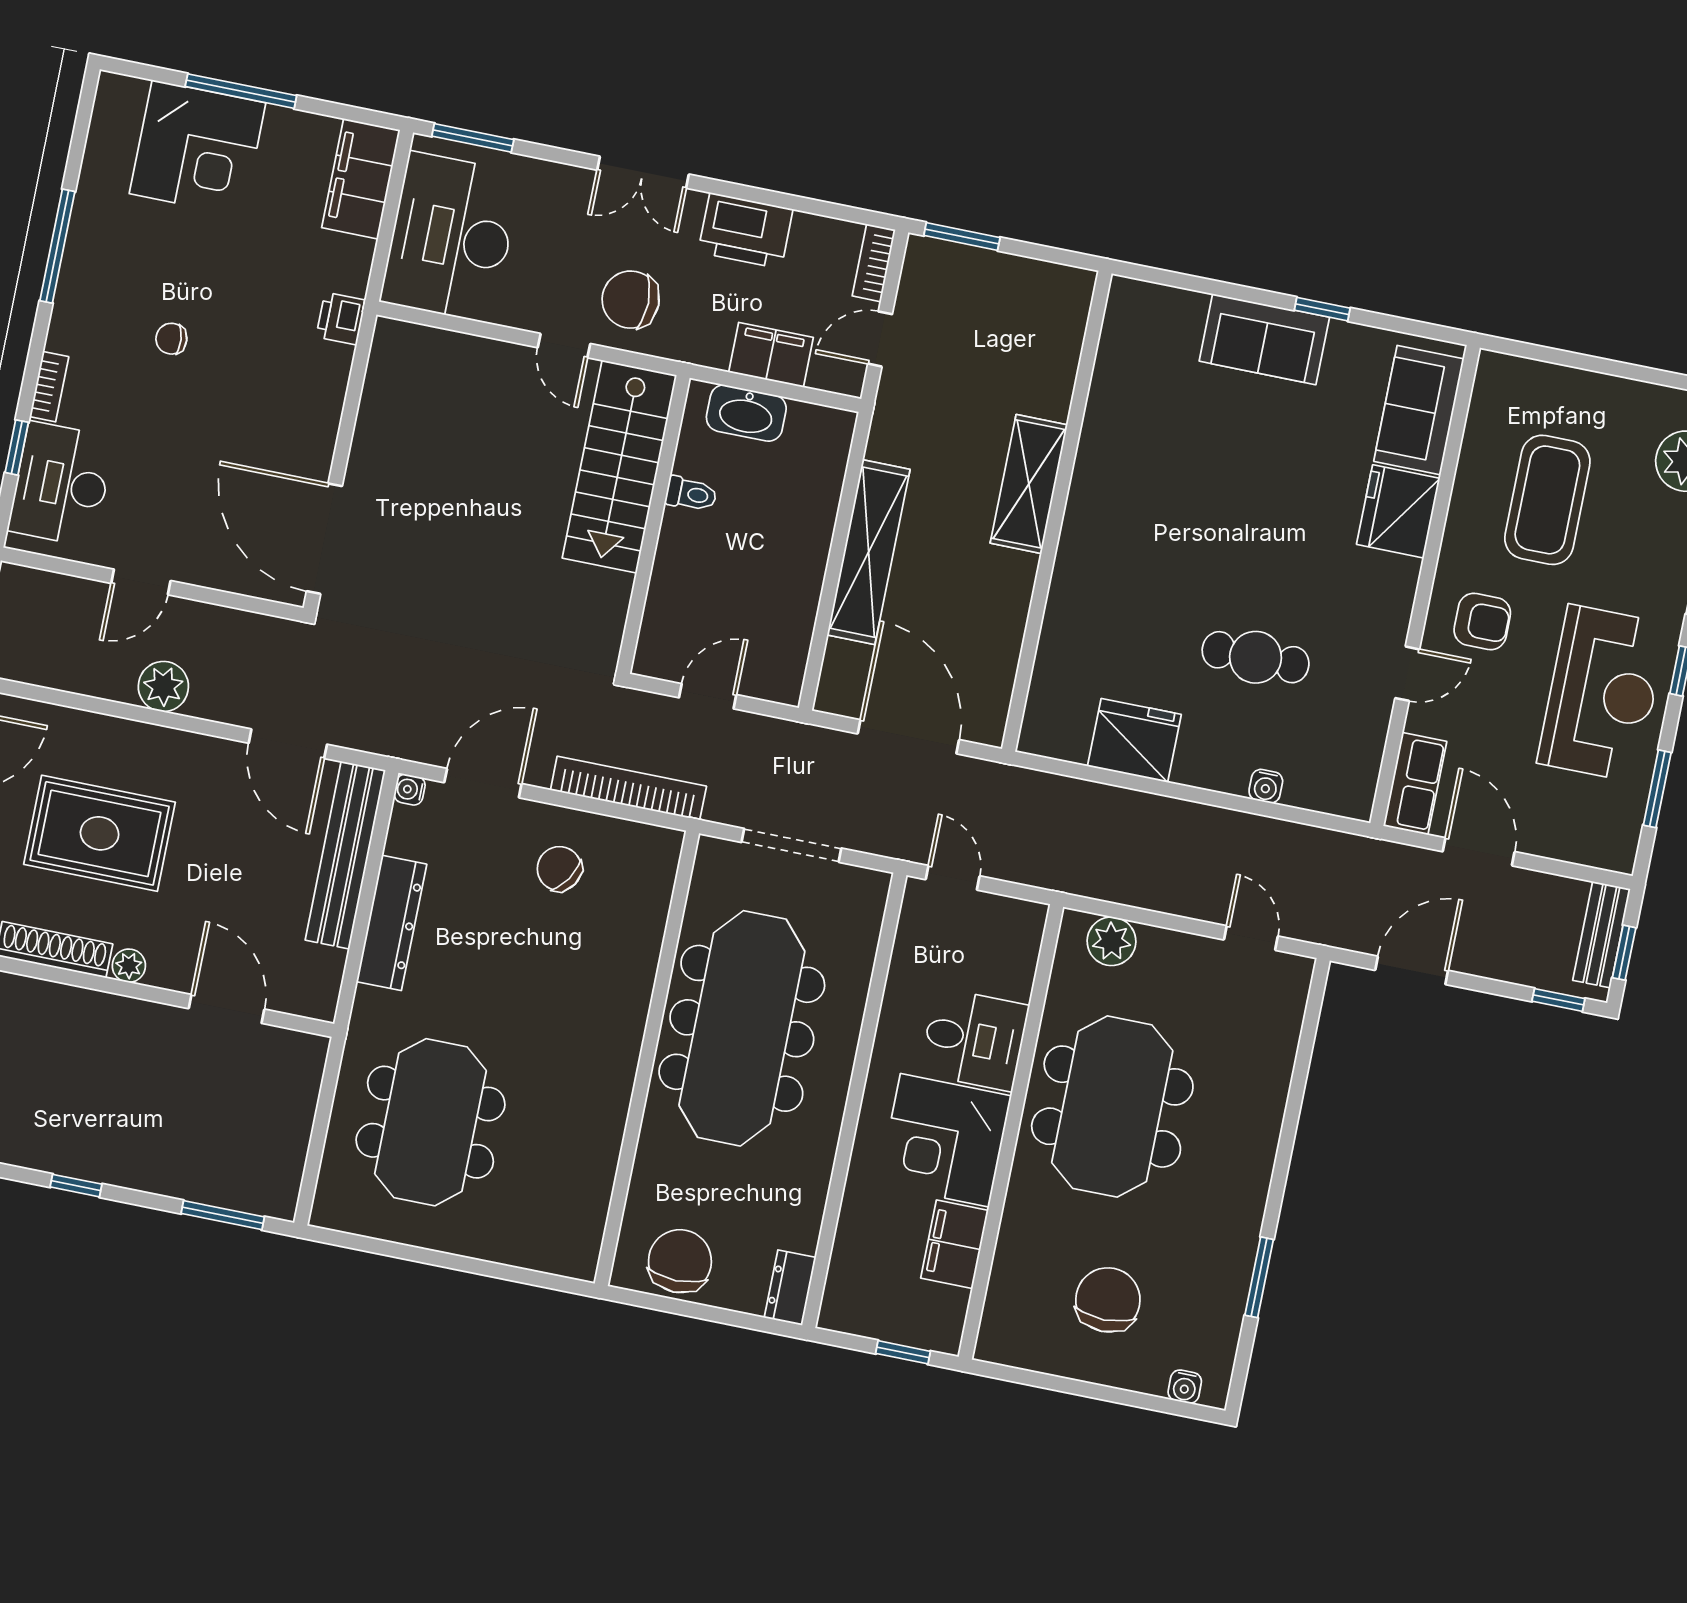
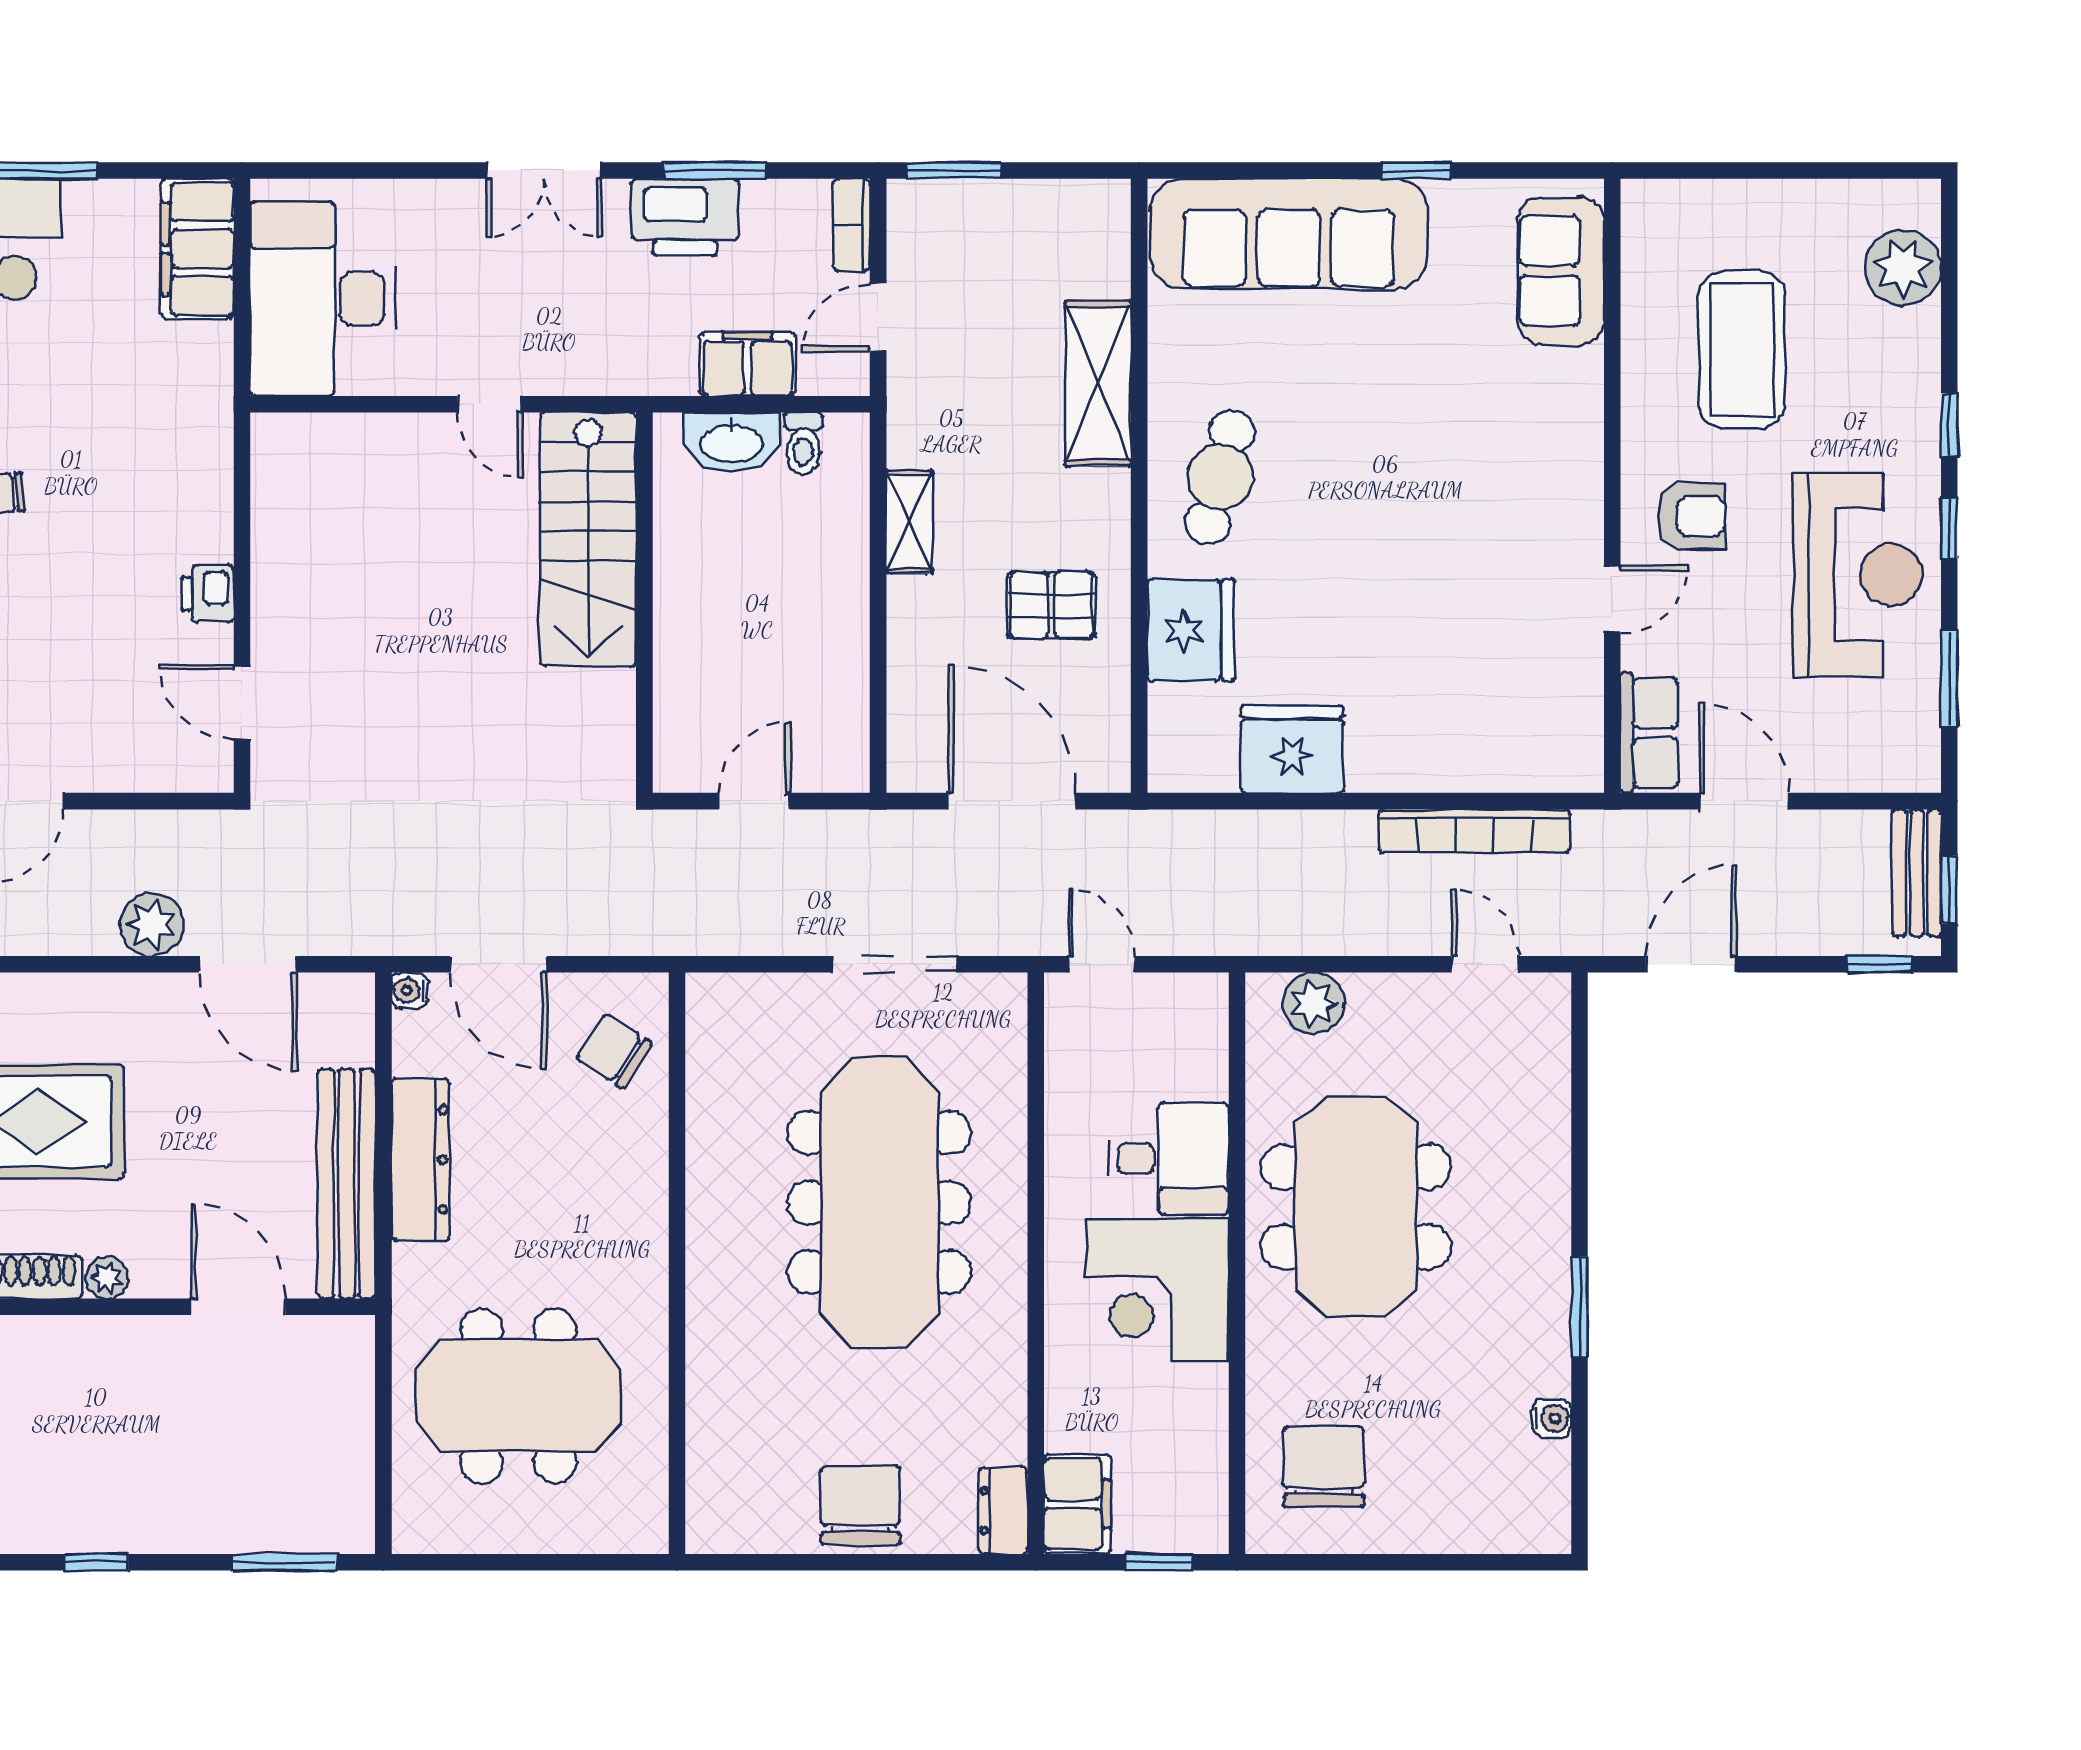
window: (473, 138) -> (715, 170), moved
chair: (631, 300) -> (560, 331), removed
printer: (341, 319) -> (208, 594), moved
sofa: (1264, 339) -> (1289, 234), width x1.85, depth x1.27
shelving: (1029, 484) -> (1098, 383), moved
toilet: (691, 494) -> (803, 443), moved, turned 90
fridge: (1398, 511) -> (1191, 630), moved, turned 180
door: (324, 539) -> (242, 702), width x0.53
shelving: (869, 552) -> (909, 522), width x0.45, depth x0.75
pallet: (970, 590) -> (1051, 605), added
cafe table: (1256, 657) -> (1220, 477), moved, turned -75
plant: (163, 686) -> (151, 925), moved
door: (483, 783) -> (499, 964), swing flipped
water cooler: (1266, 786) -> (1466, 773), removed
bookcase: (628, 788) -> (1474, 831), moved, turned 180
bench: (345, 855) -> (347, 1184), moved
wall: (647, 1058) -> (677, 1263), moved
meeting table: (430, 1122) -> (518, 1396), turned 90
filing cabinet: (955, 1244) -> (1077, 1504), moved, turned 180
window: (1259, 1277) -> (1580, 1307), moved
chair: (1108, 1300) -> (1324, 1467), moved
water cooler: (1185, 1387) -> (1552, 1418), moved, turned -90

